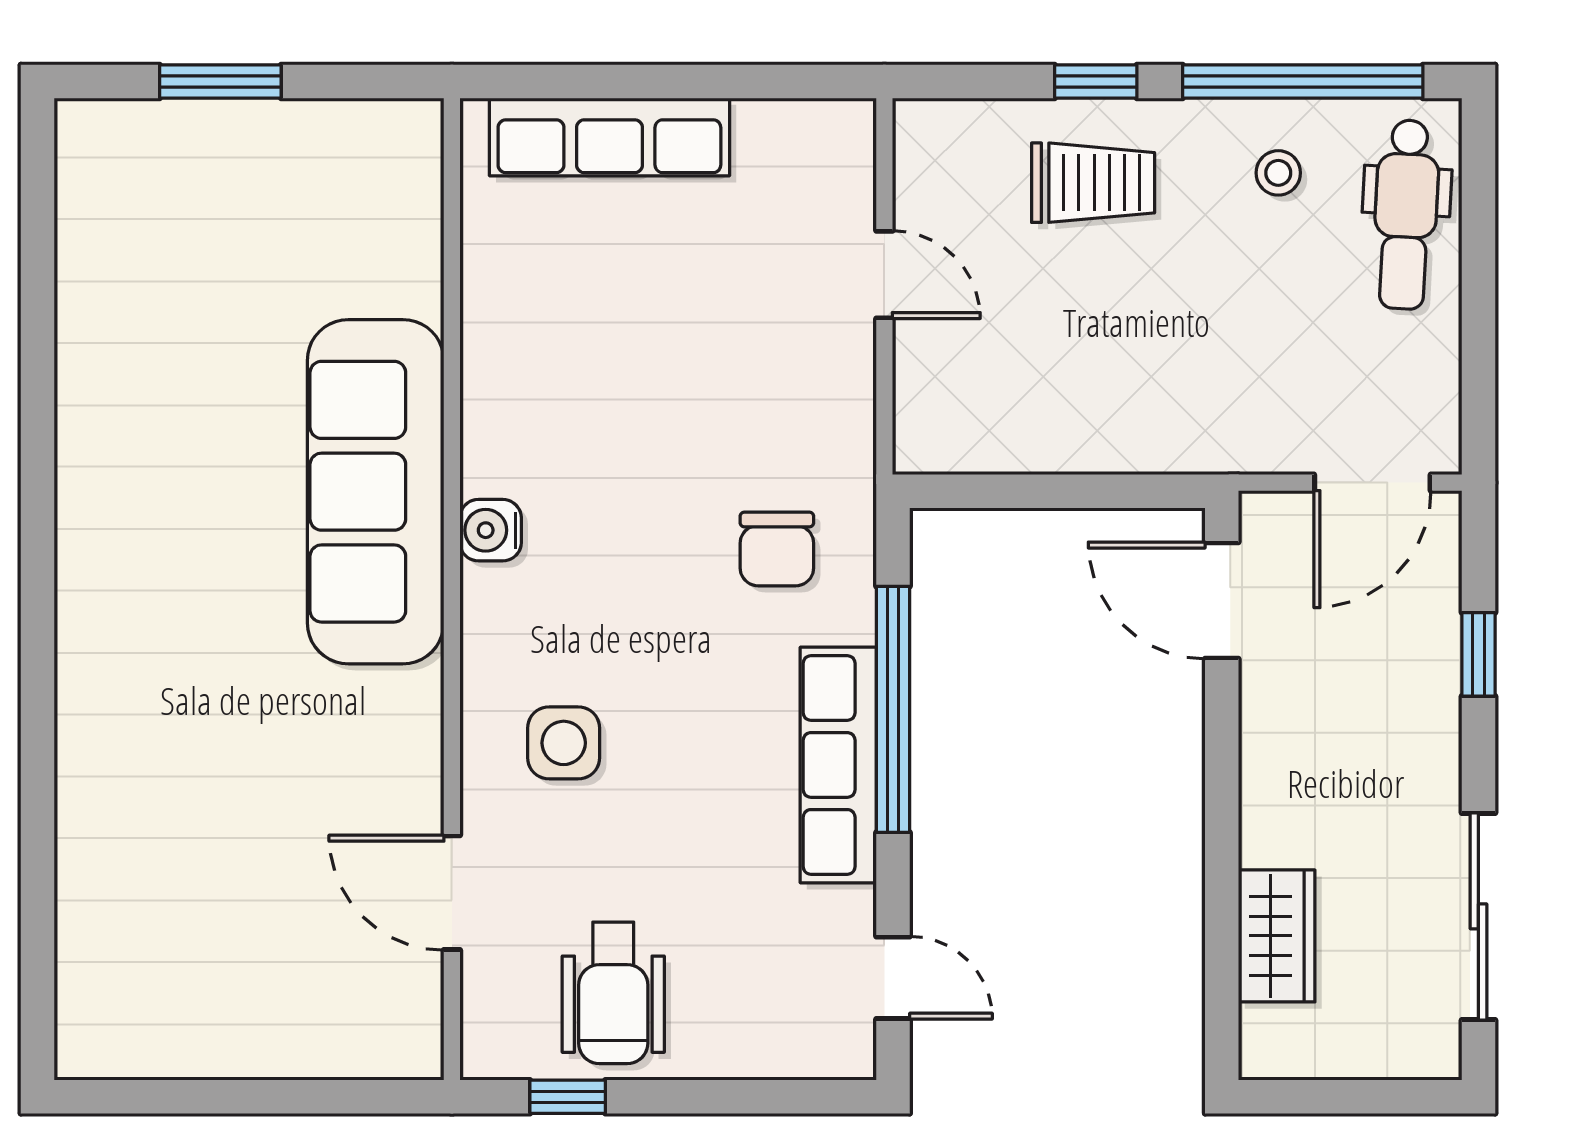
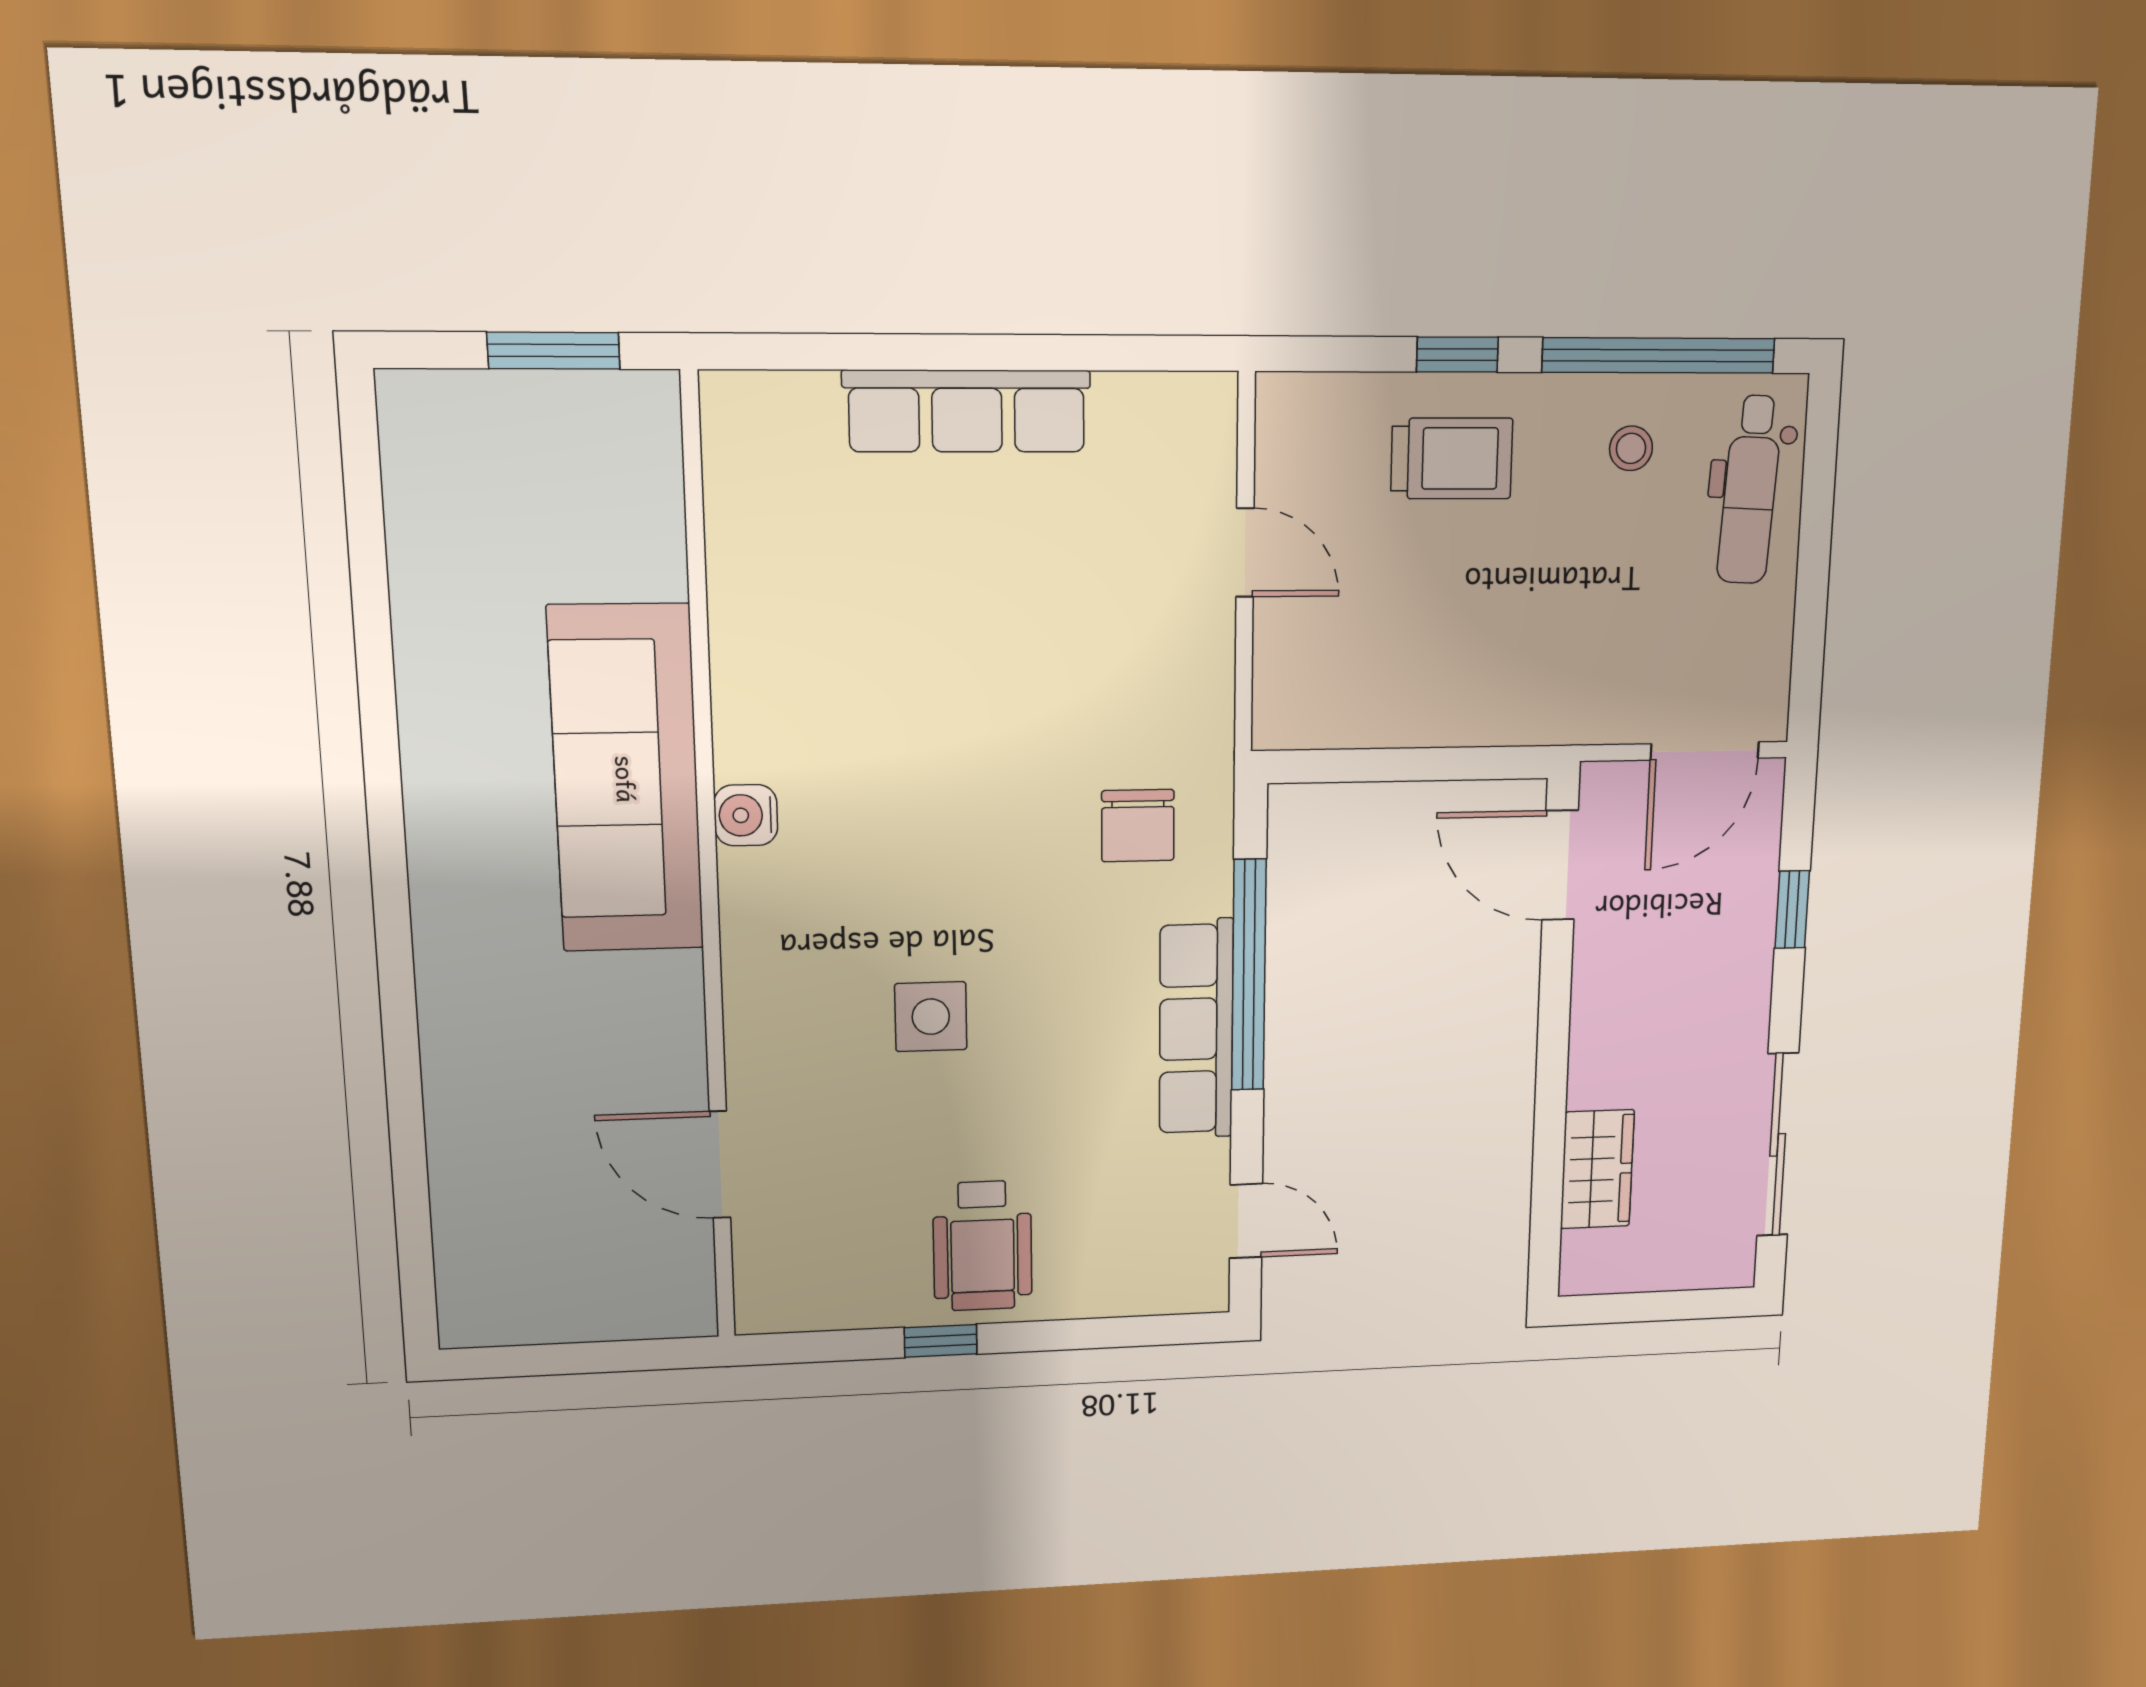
sofa: (376, 492) -> (626, 779), moved
water cooler: (491, 530) -> (746, 815), moved
wall: (452, 589) -> (709, 874), moved
door: (452, 893) -> (720, 1165), moved

